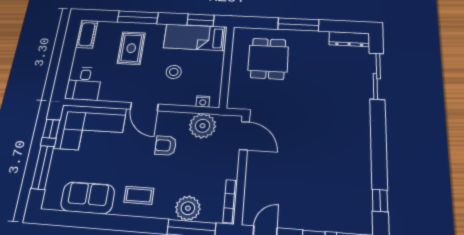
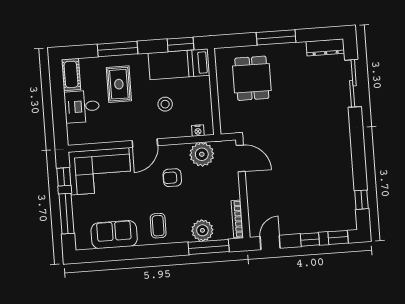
desk: (84, 83) -> (82, 106), moved, turned 90
door: (144, 107) -> (145, 143), hinge flipped
coffee table: (139, 195) -> (158, 226), turned 90

